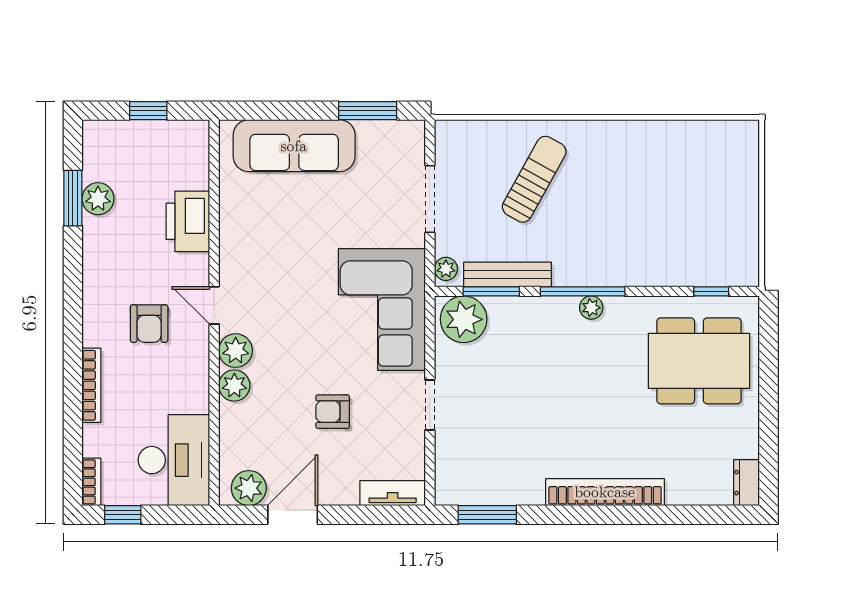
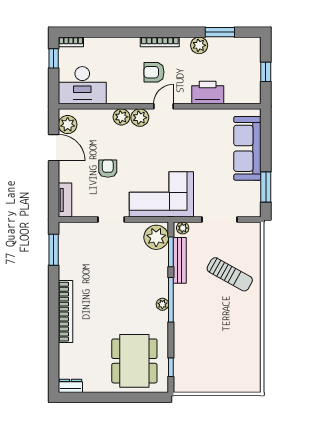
plant: (98, 199) -> (199, 45), moved
bookcase: (91, 385) -> (160, 42), moved

